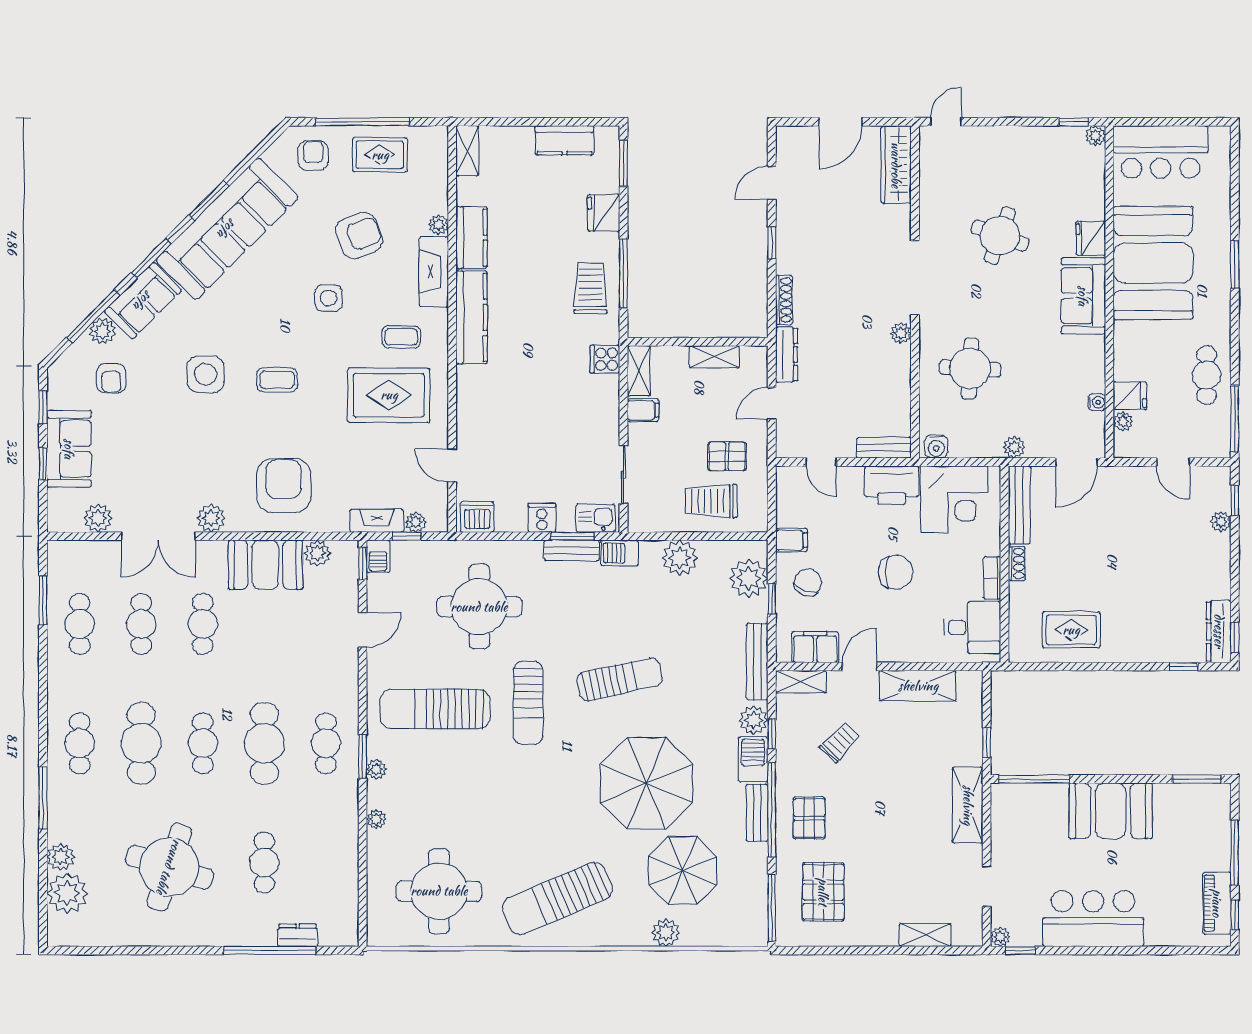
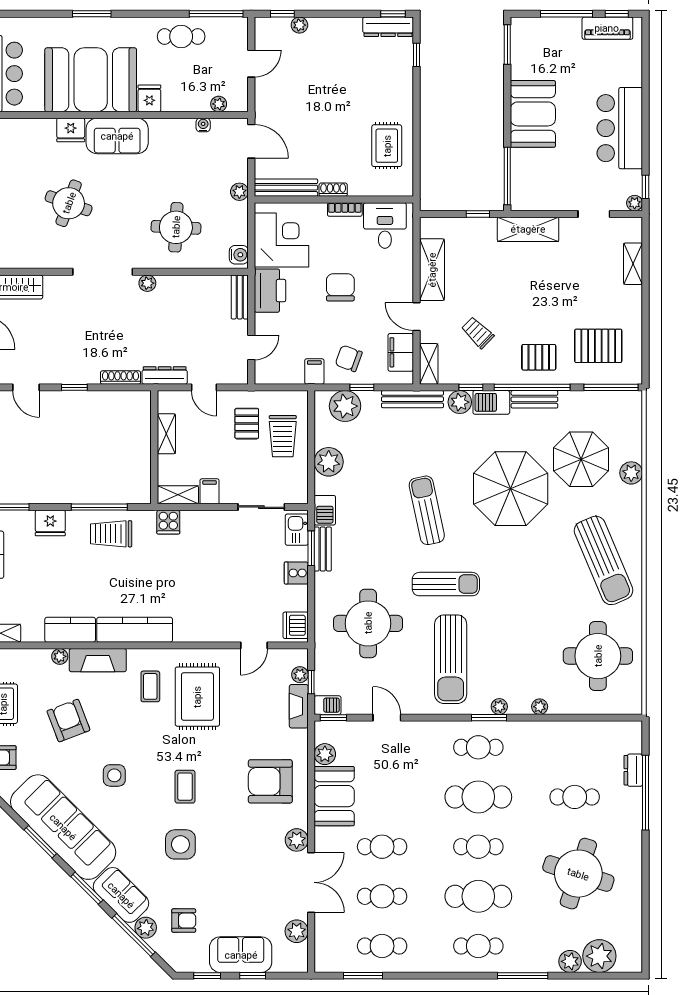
side table: (329, 298) -> (114, 775), moved
fridge: (1130, 396) -> (149, 98), moved

